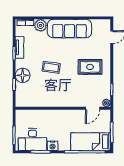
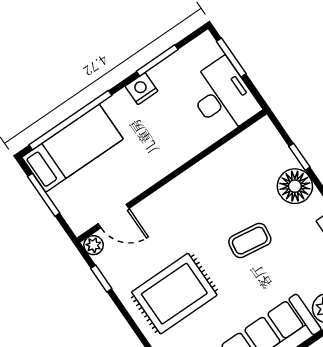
rug: (90, 67) -> (174, 294), width x1.36, depth x1.43
door: (93, 108) -> (114, 216), swing flipped
desk: (33, 139) -> (223, 97), moved, turned 90

